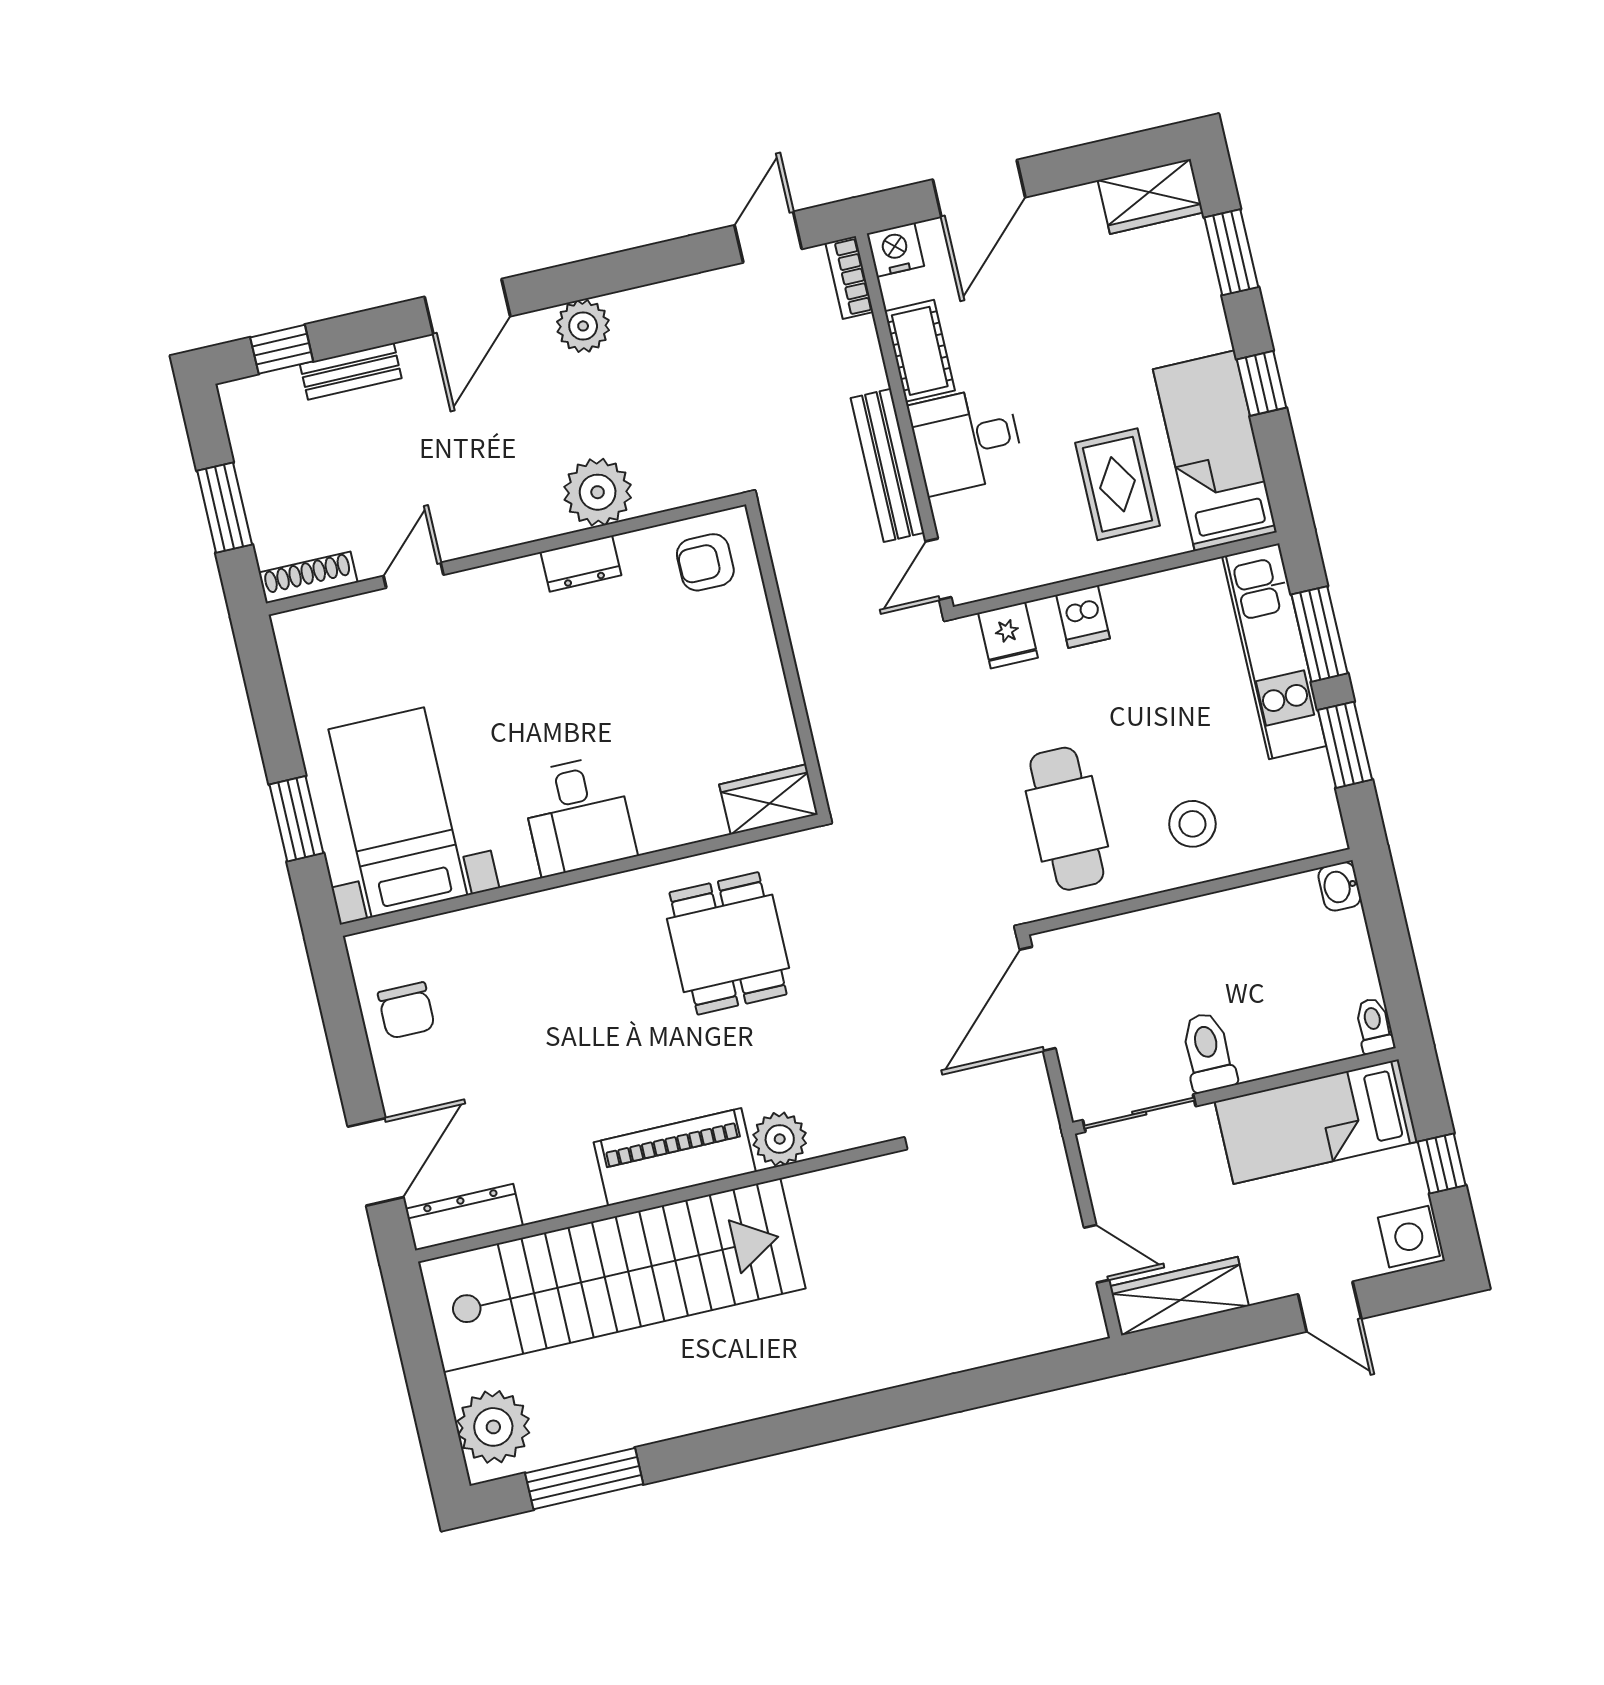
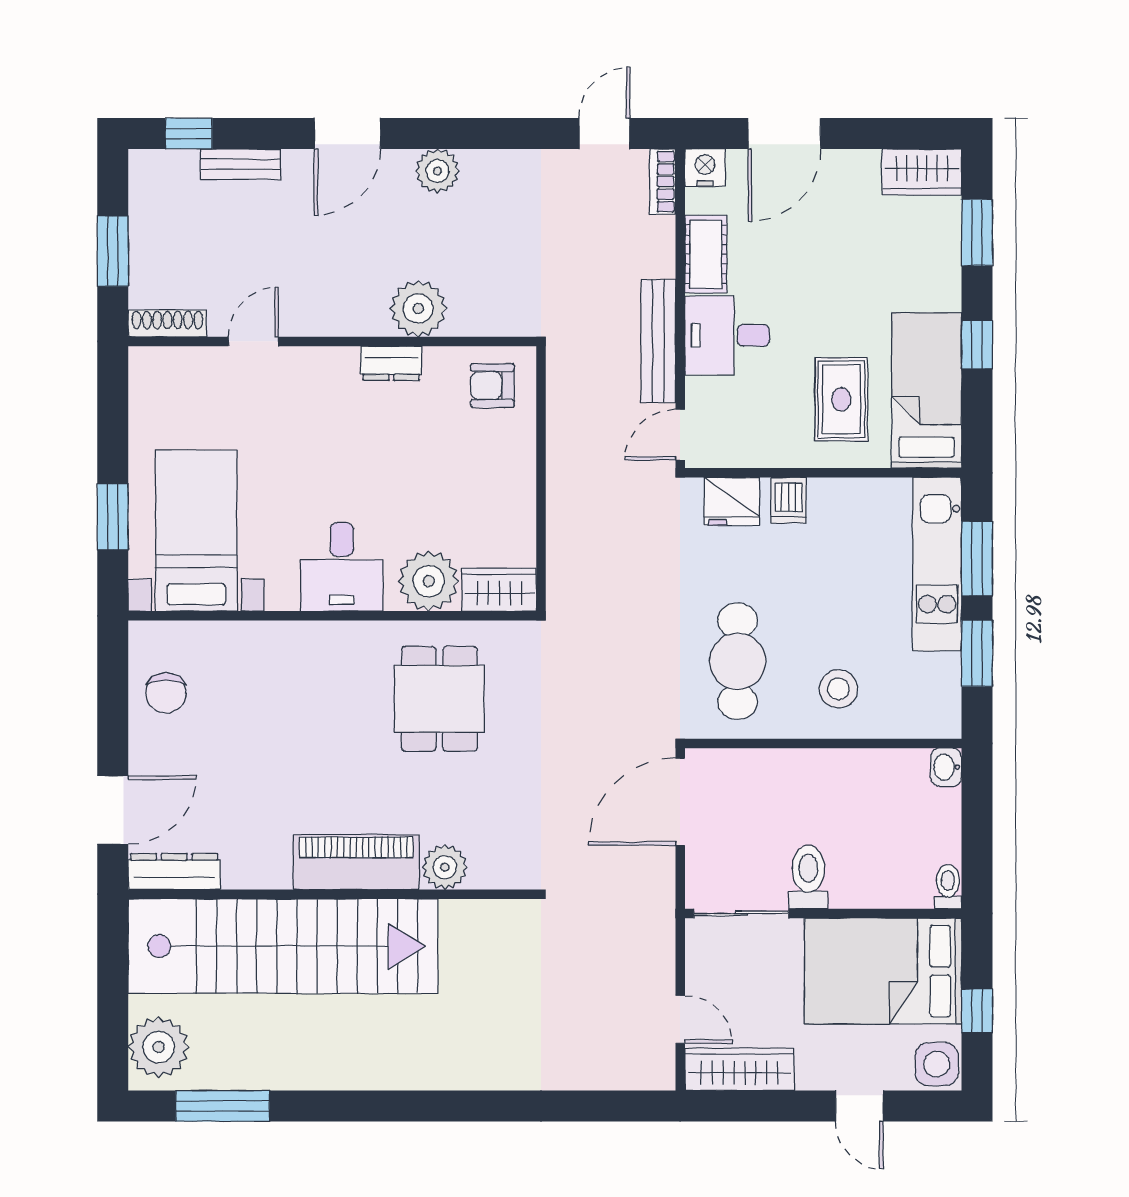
fridge: (1008, 635) -> (732, 501), width x1.38
plant: (684, 808) -> (429, 581), added
bed: (1316, 1122) -> (883, 971), width x1.50

